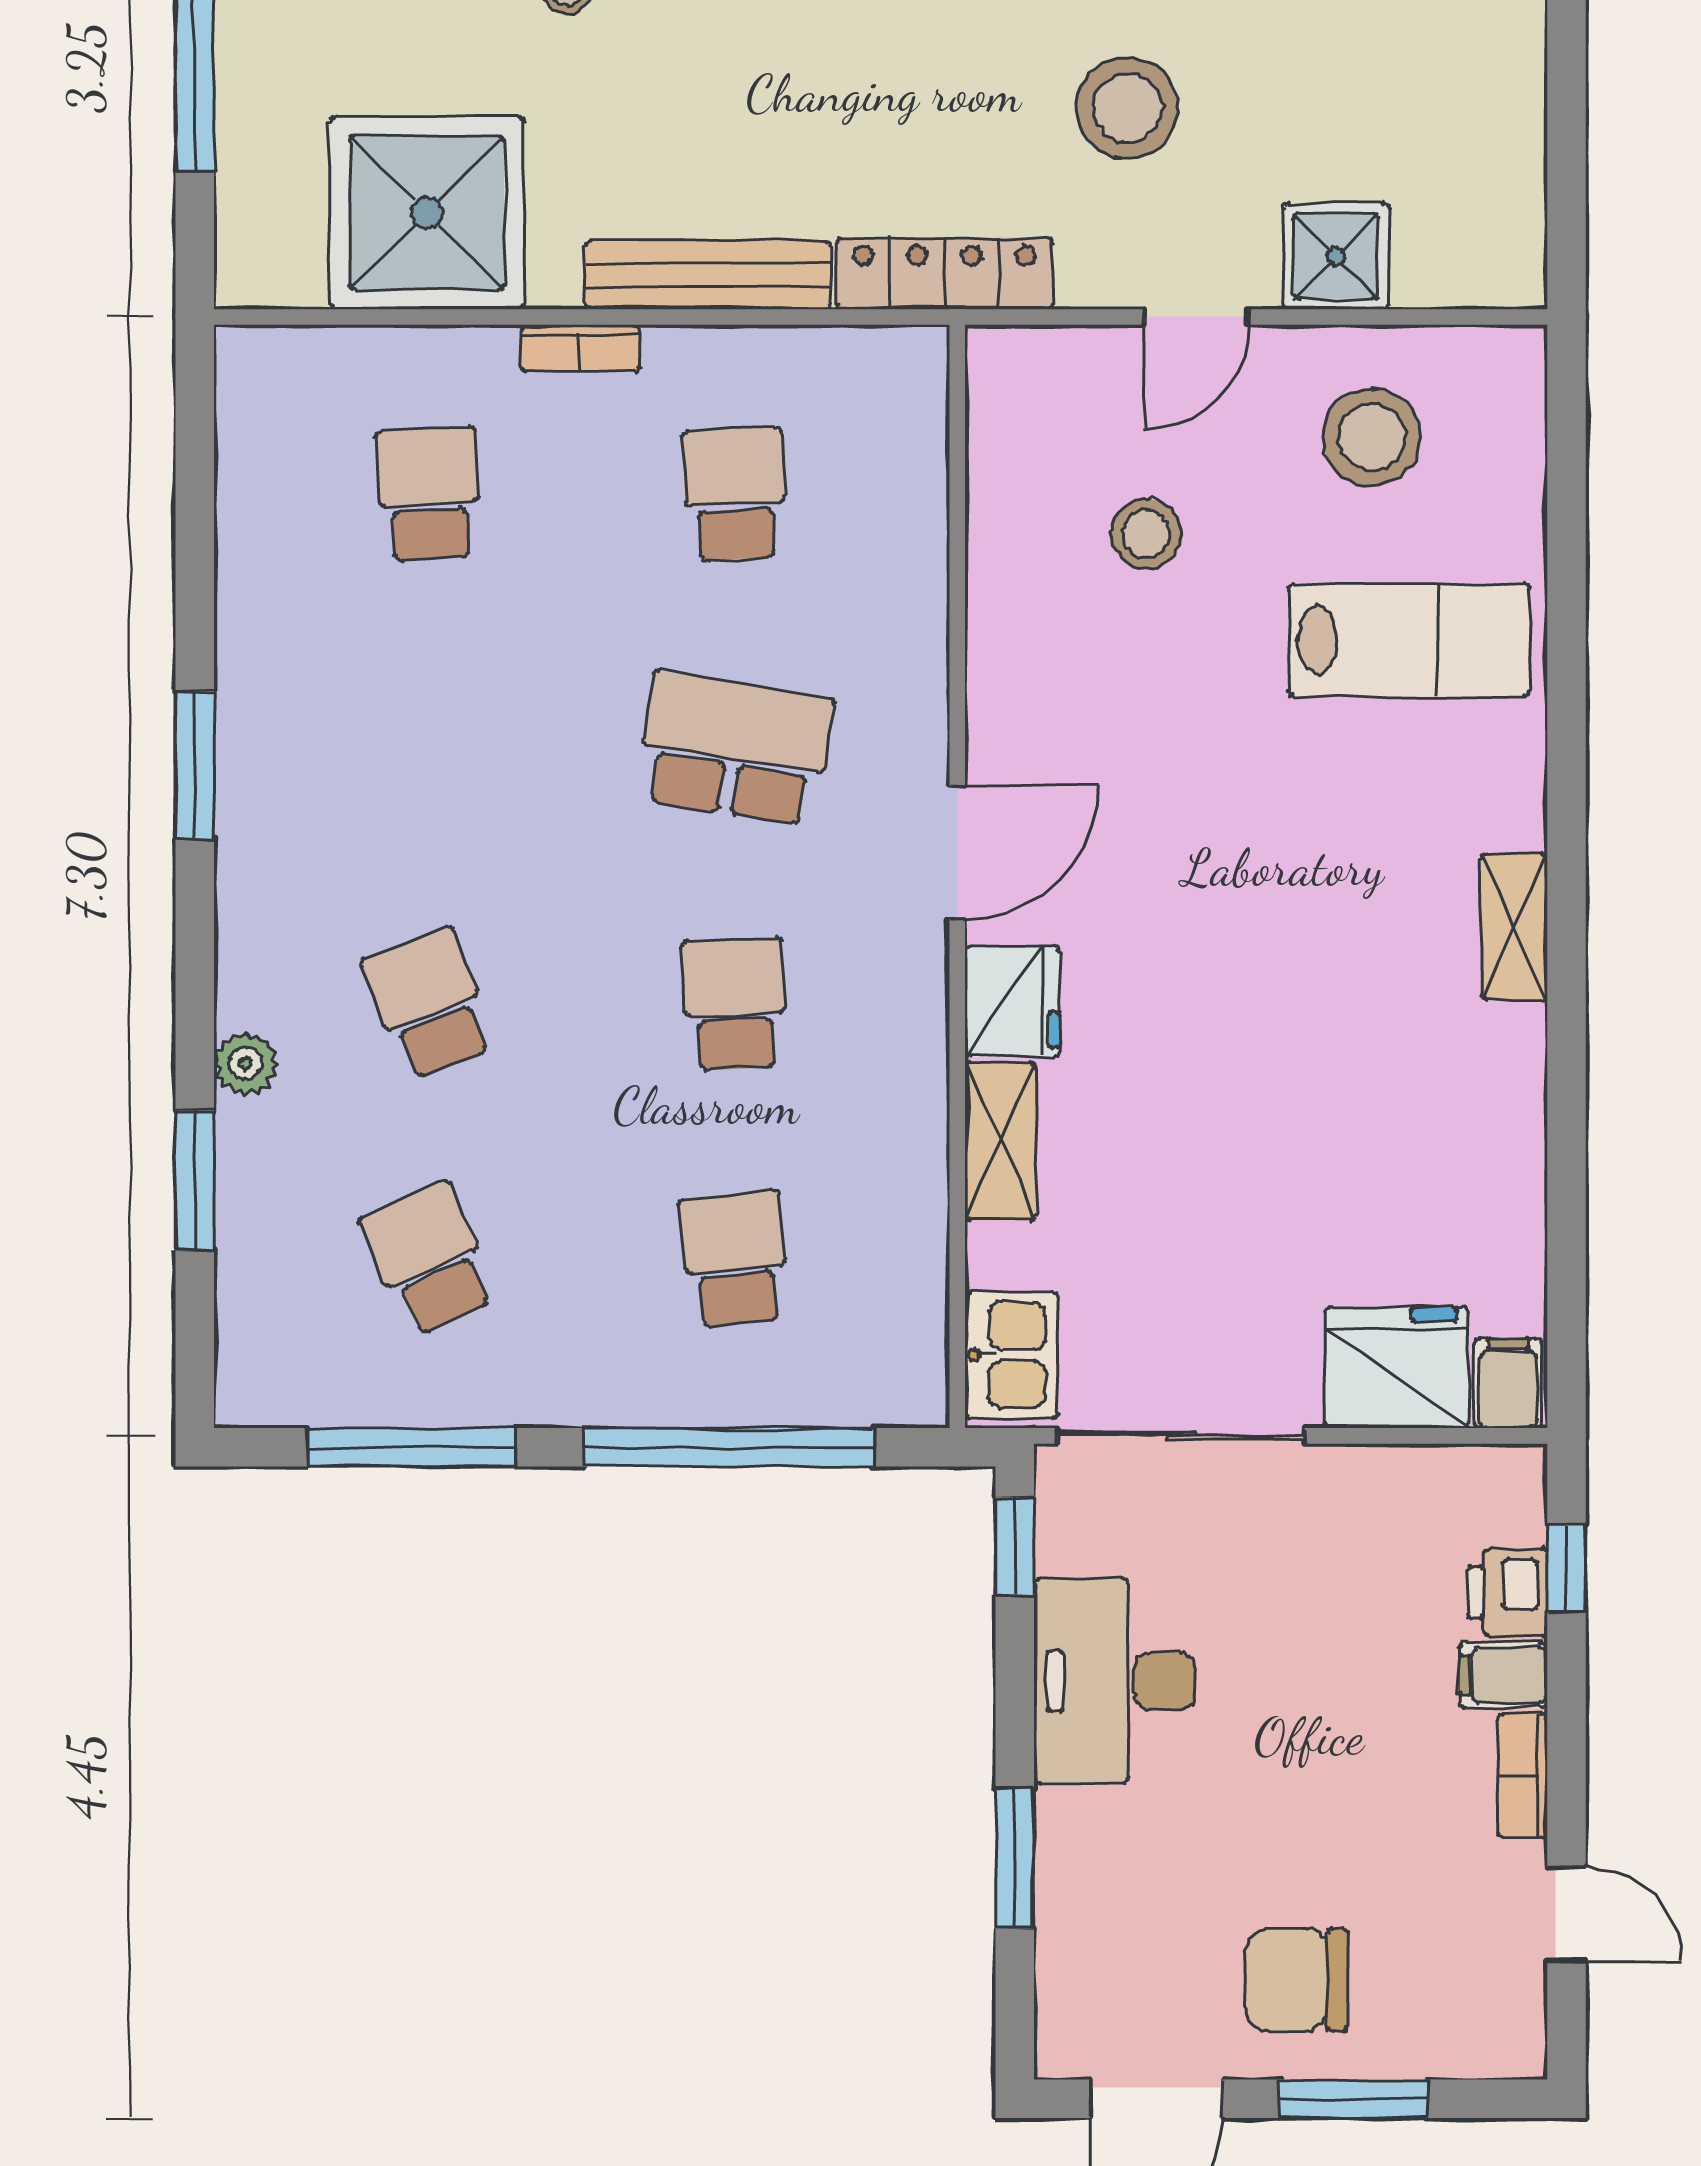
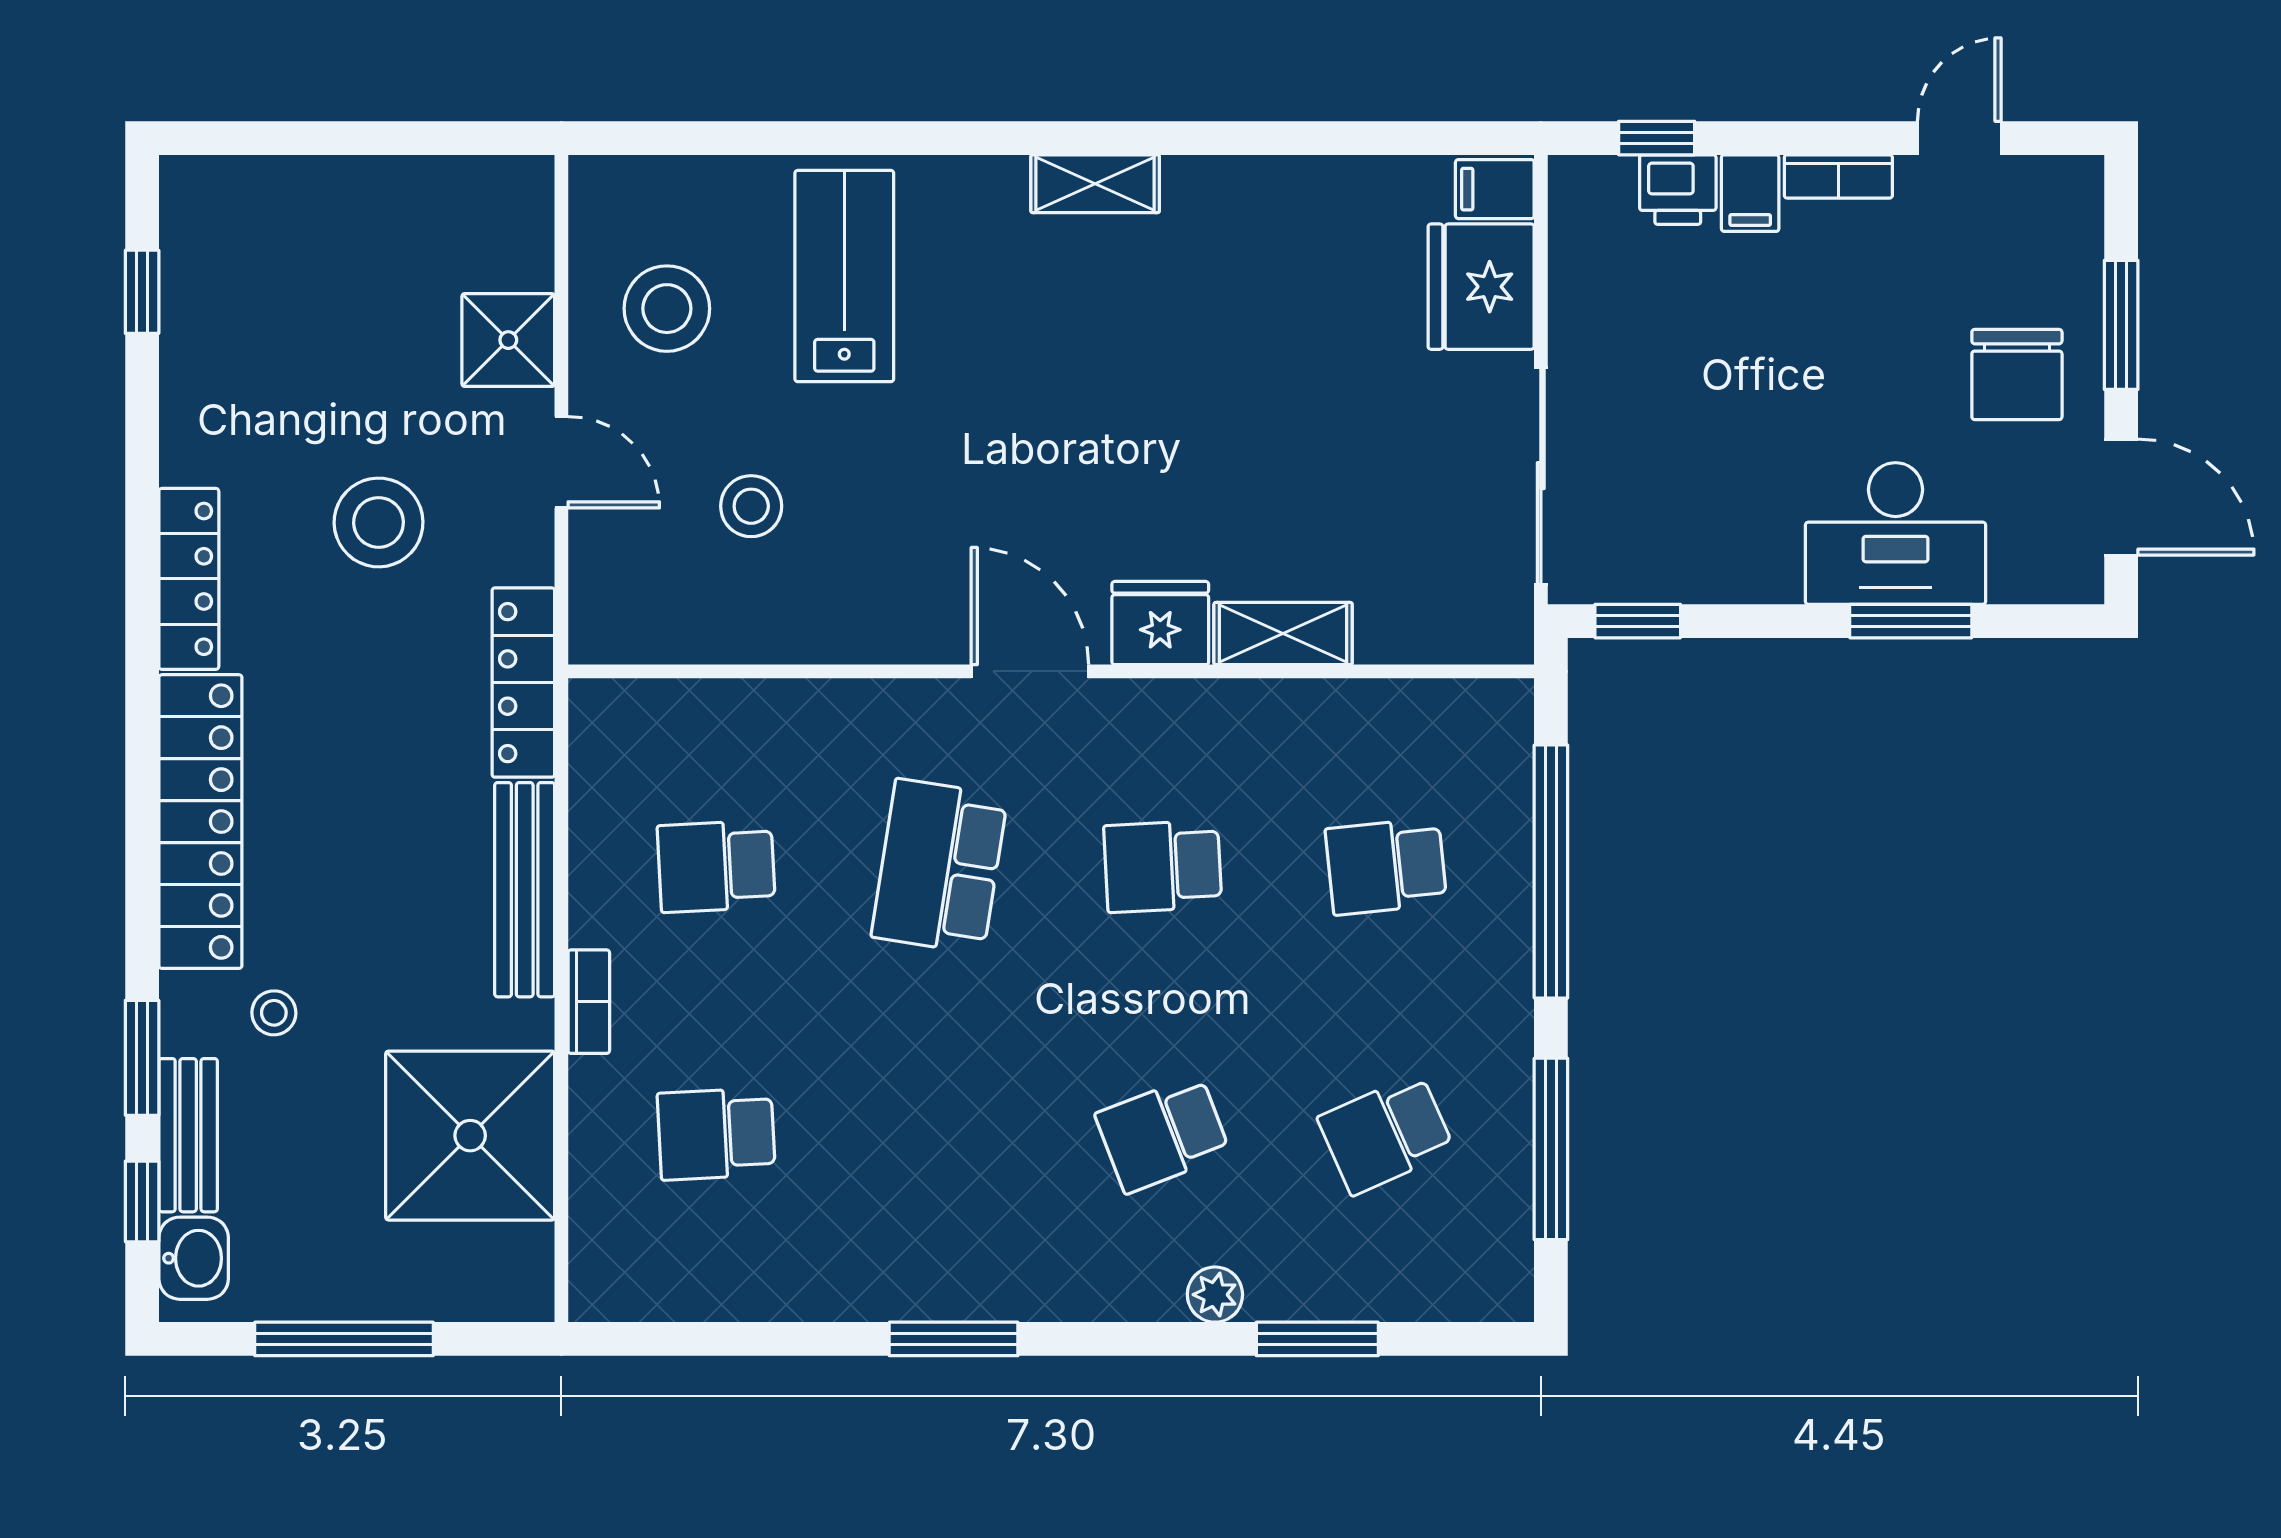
kitchen sink: (1011, 1355) -> (1470, 624), removed
desk: (1115, 1681) -> (1896, 533), moved

